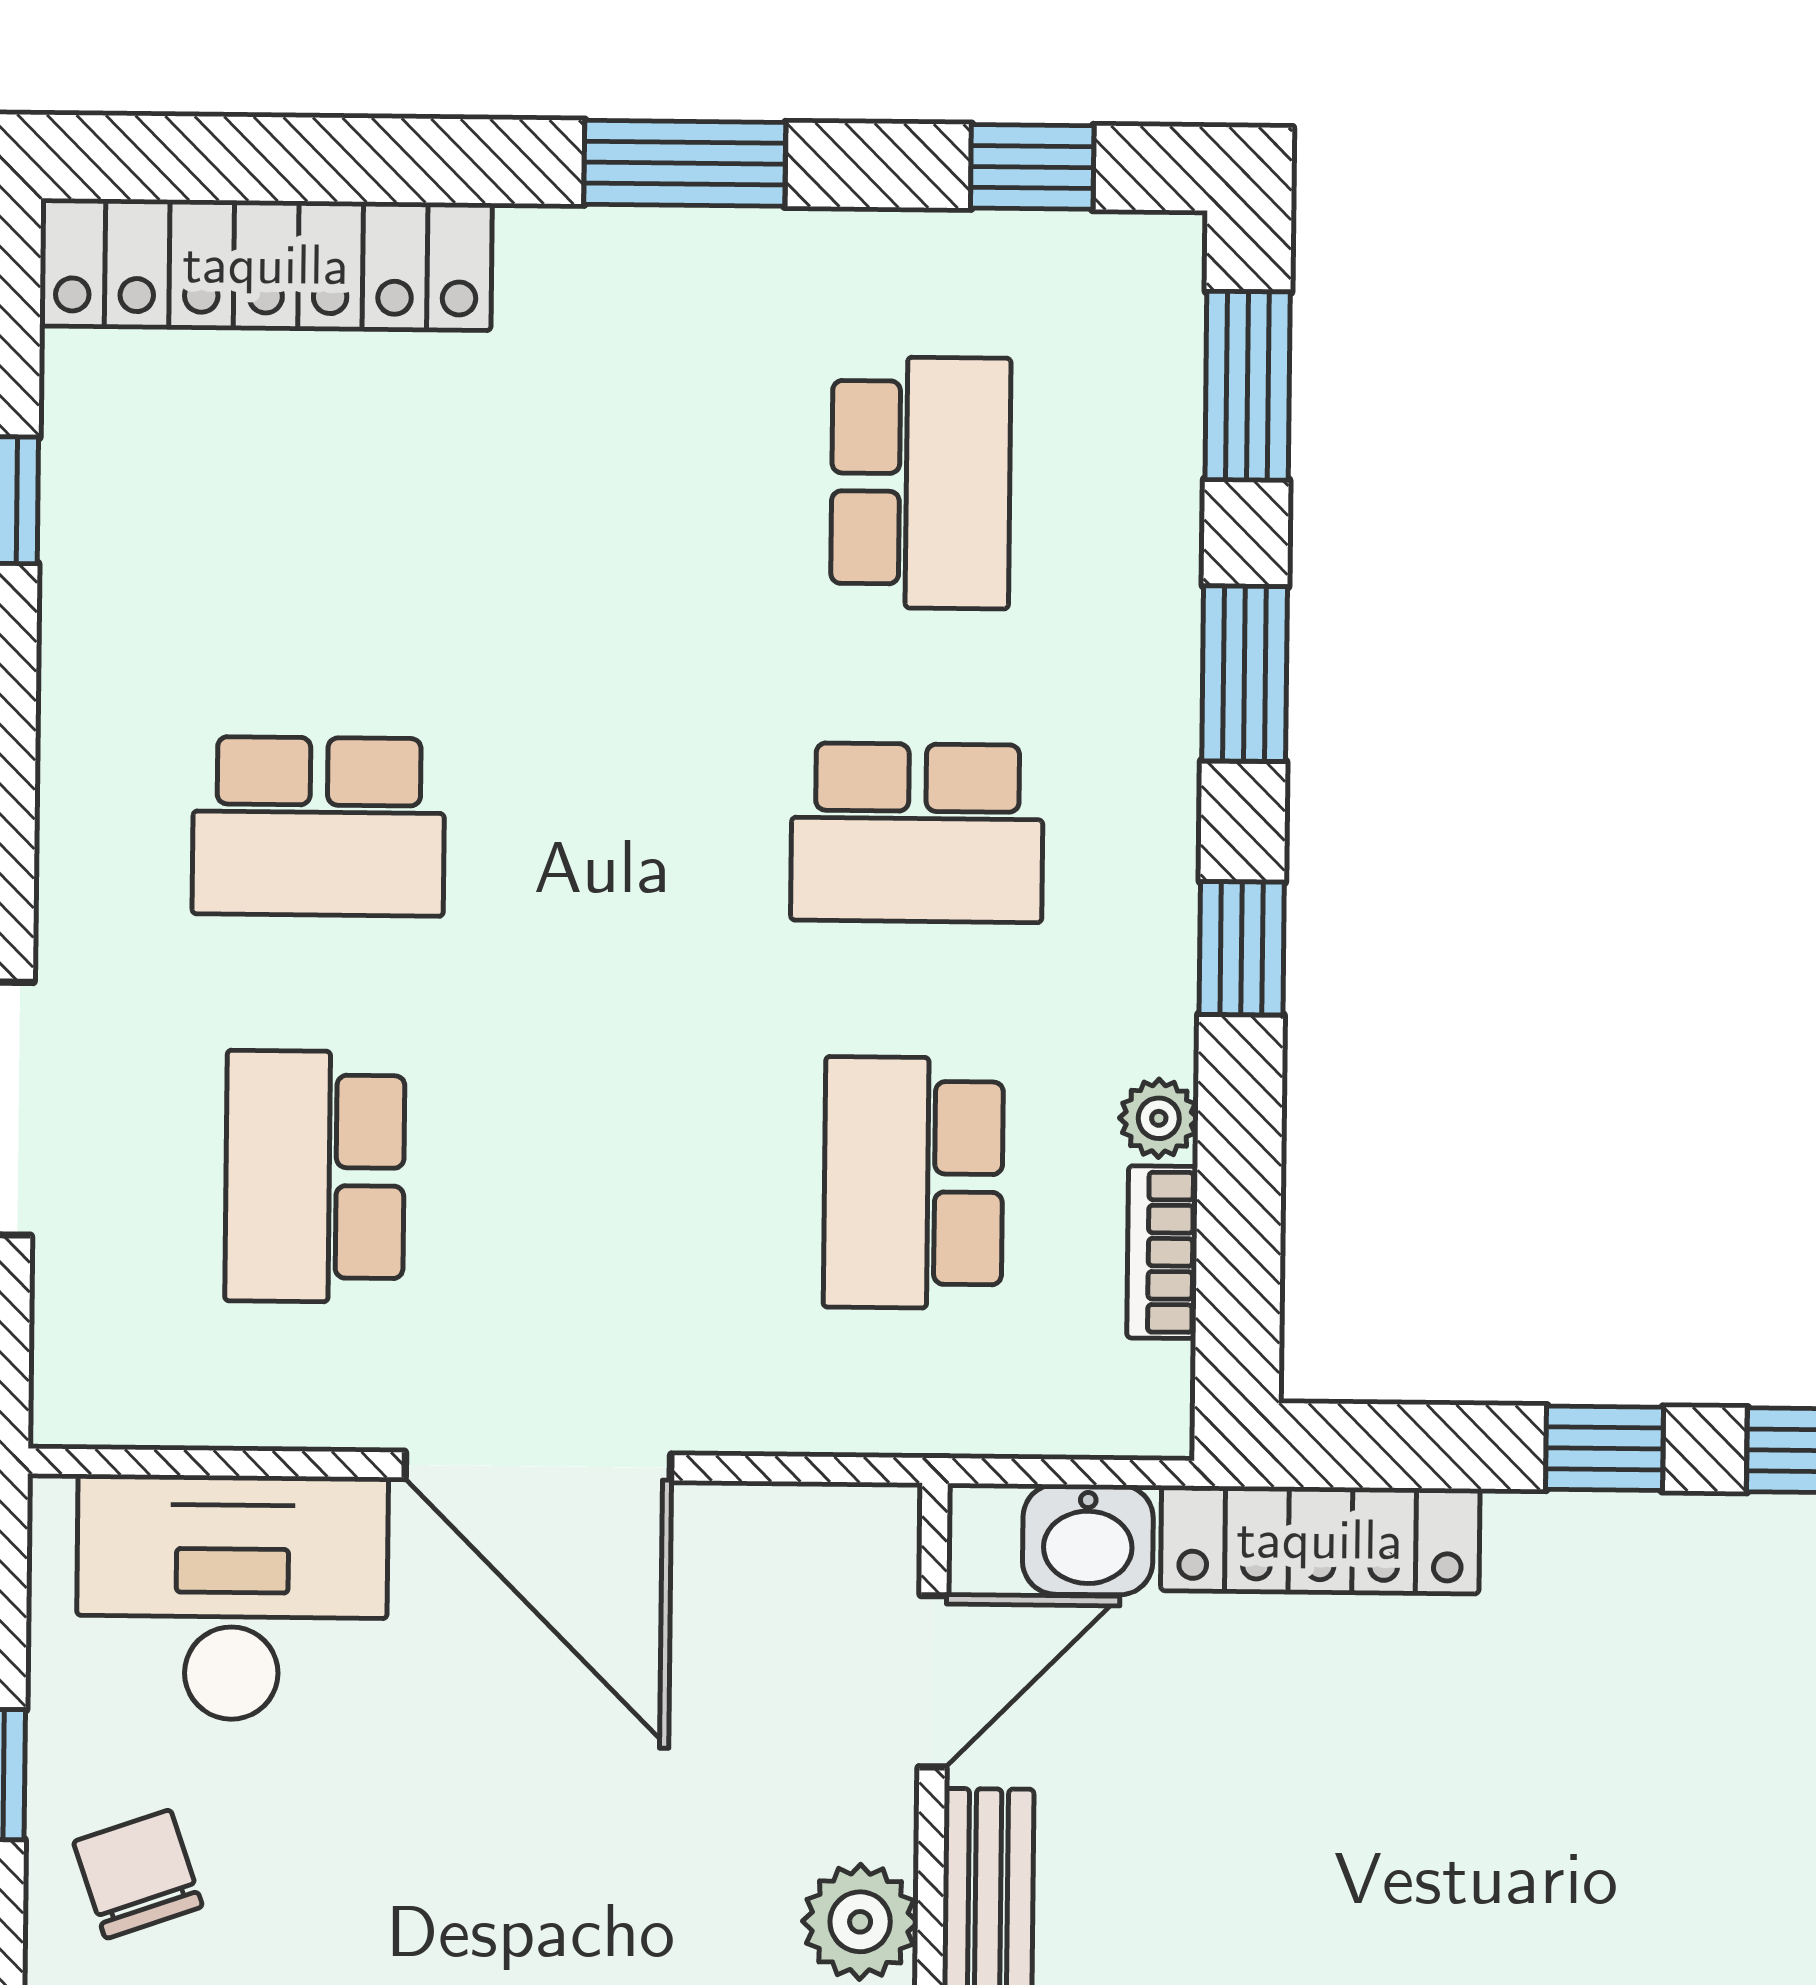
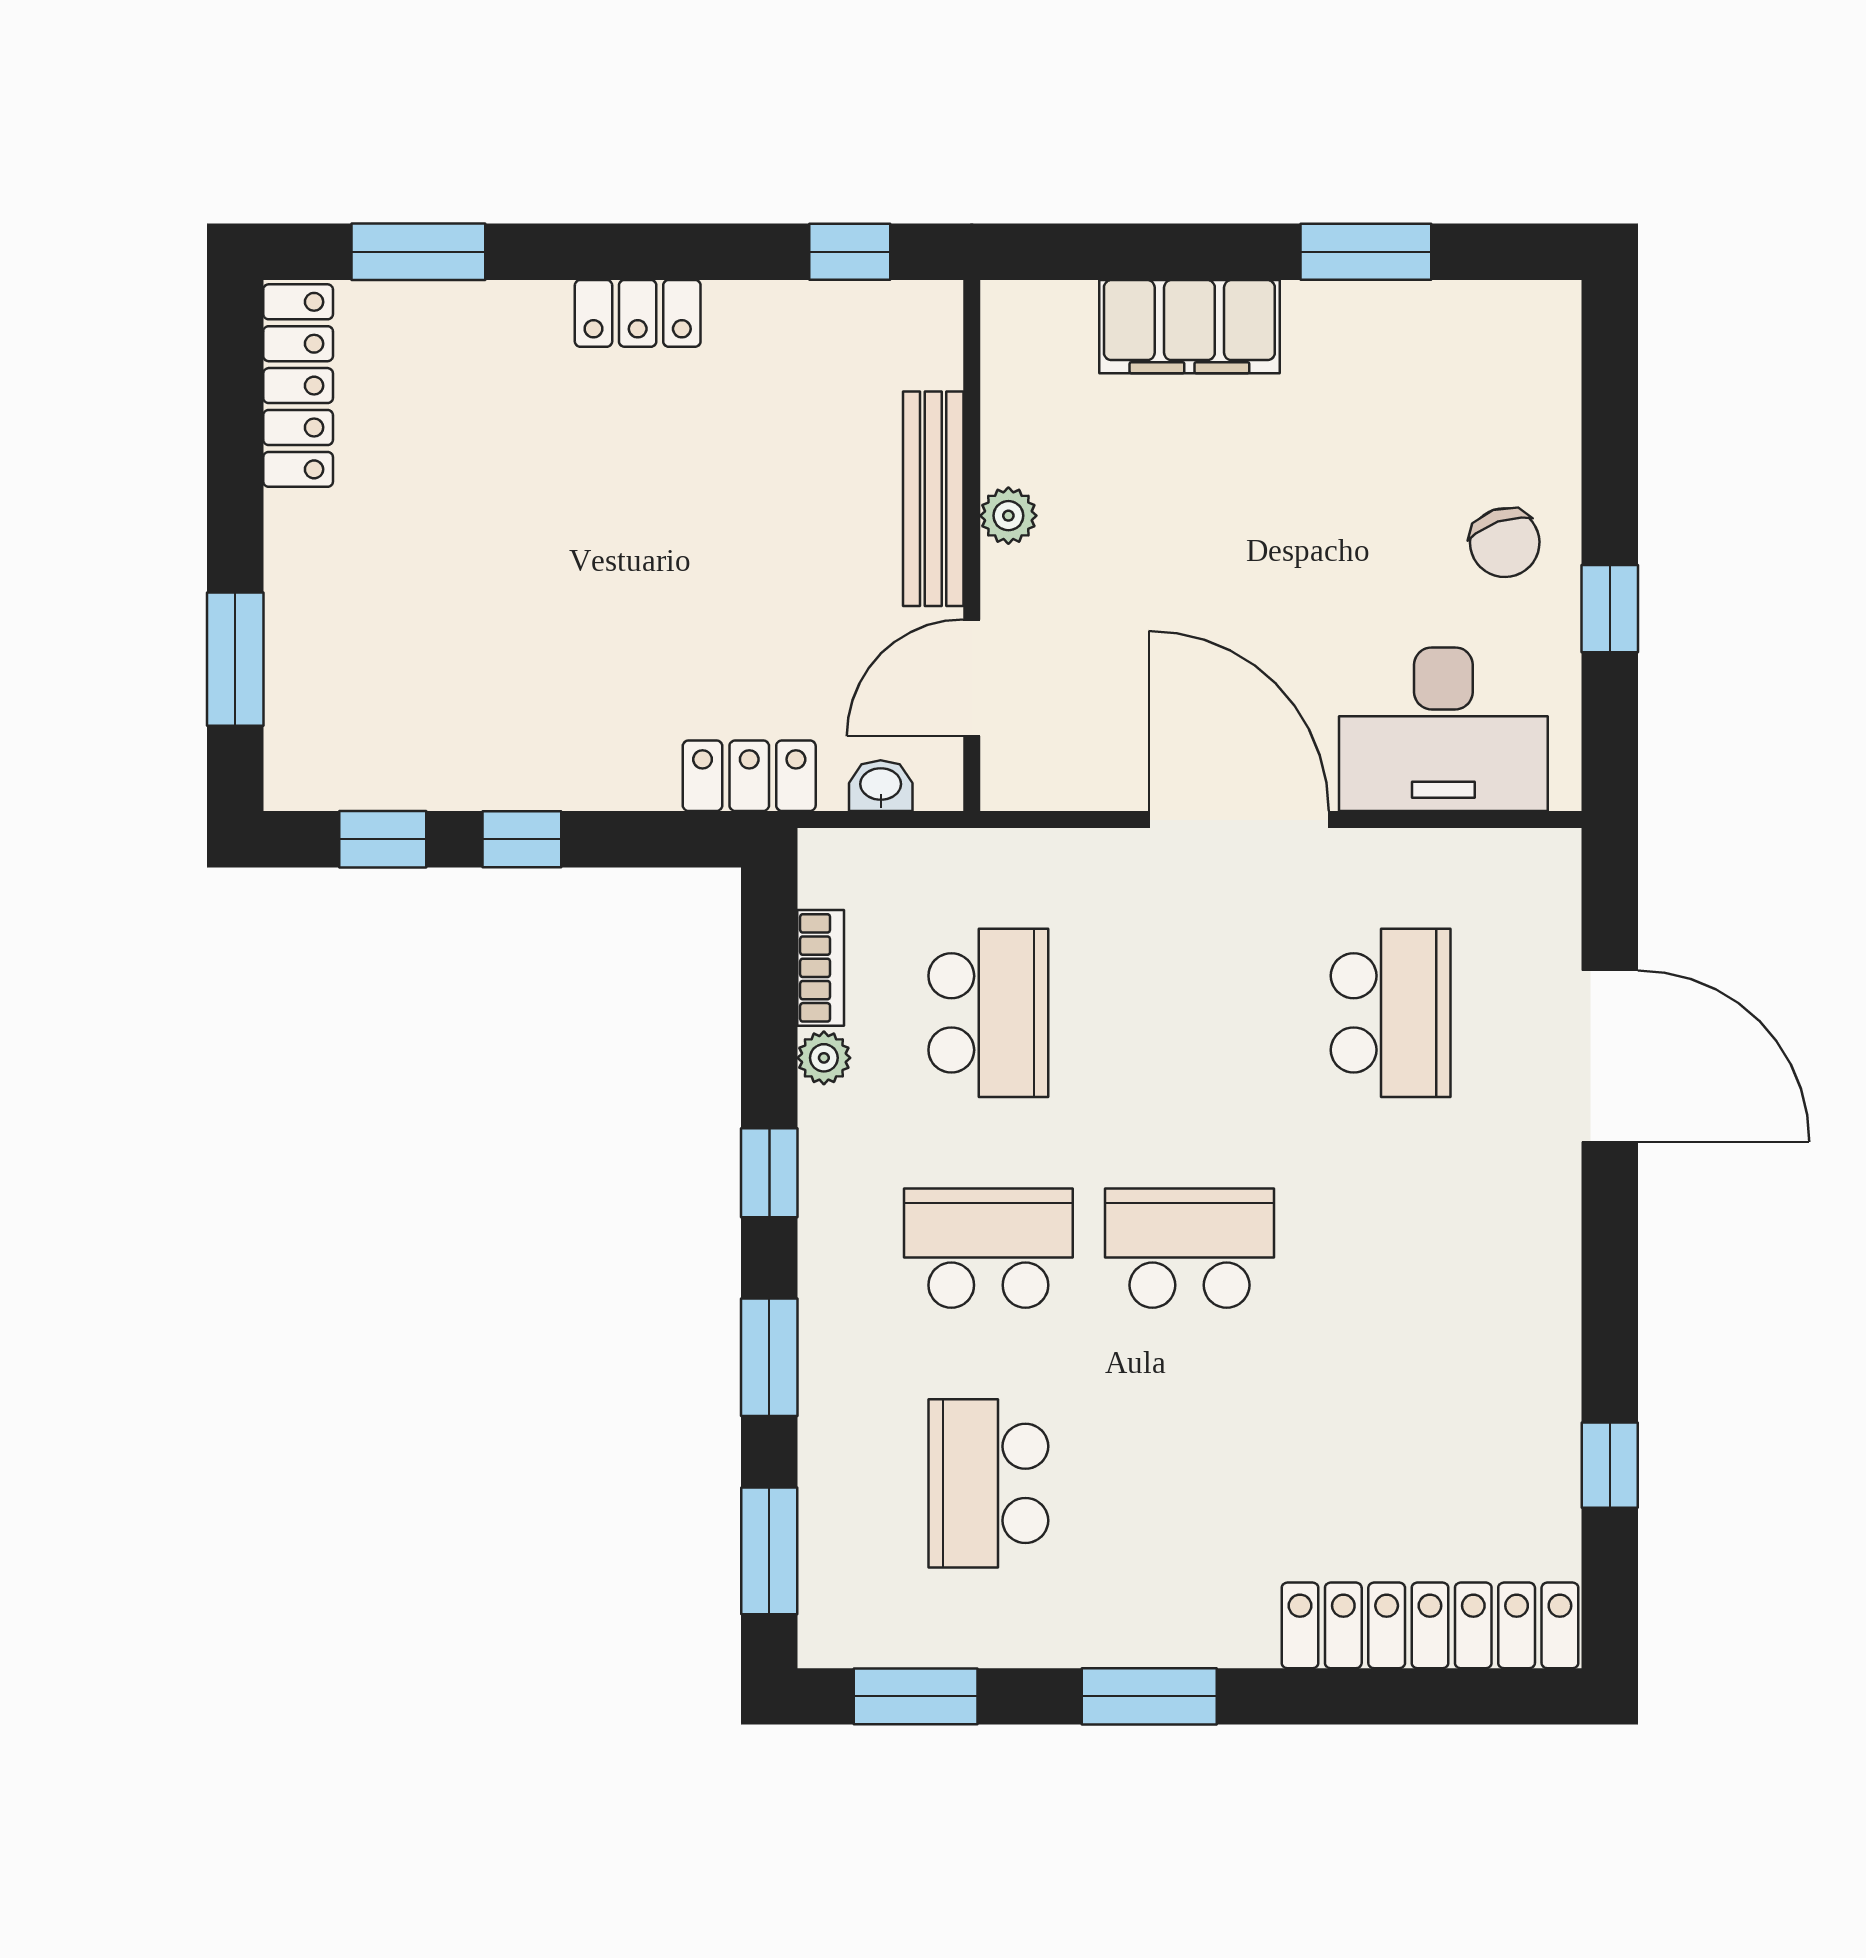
window: (1032, 167) -> (916, 1696), width x1.50
school desk: (319, 826) -> (1190, 1248), moved
washbasin: (1088, 1540) -> (881, 786), width x0.72, depth x0.69
locker: (1320, 1540) -> (749, 776), width x0.66
plant: (860, 1922) -> (1008, 516), width x0.73, depth x0.73

